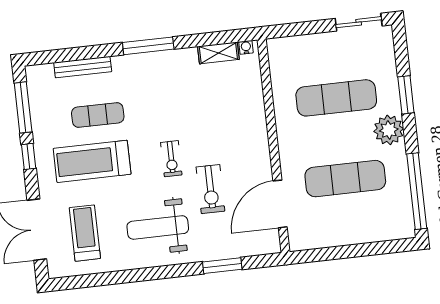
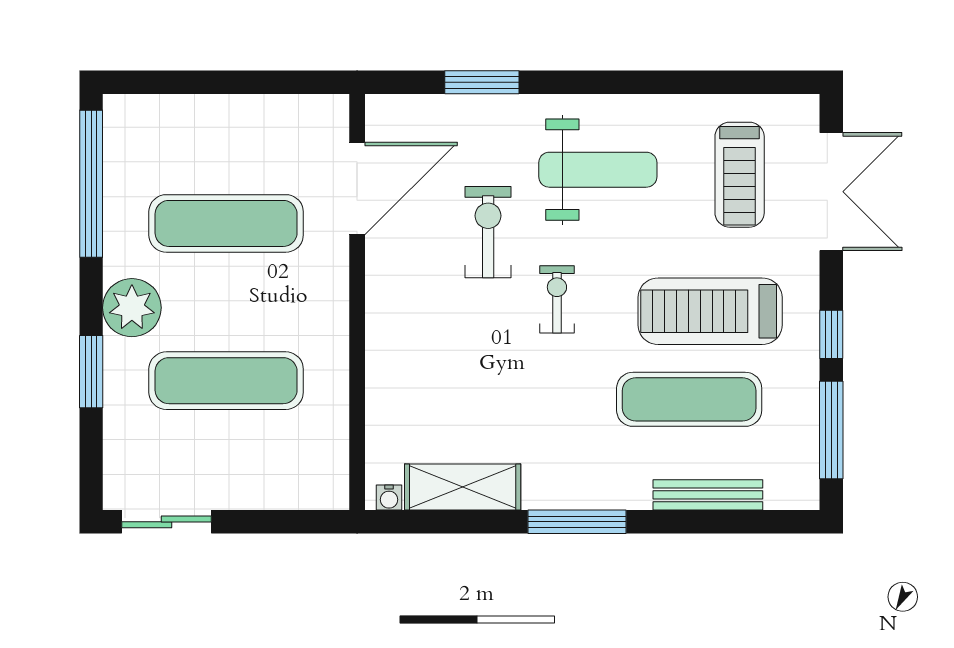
shelving: (218, 53) -> (463, 487), width x1.50, depth x1.33
exercise mat: (98, 115) -> (689, 399), width x1.36, depth x1.45
treadmill: (92, 161) -> (710, 311), turned 180

